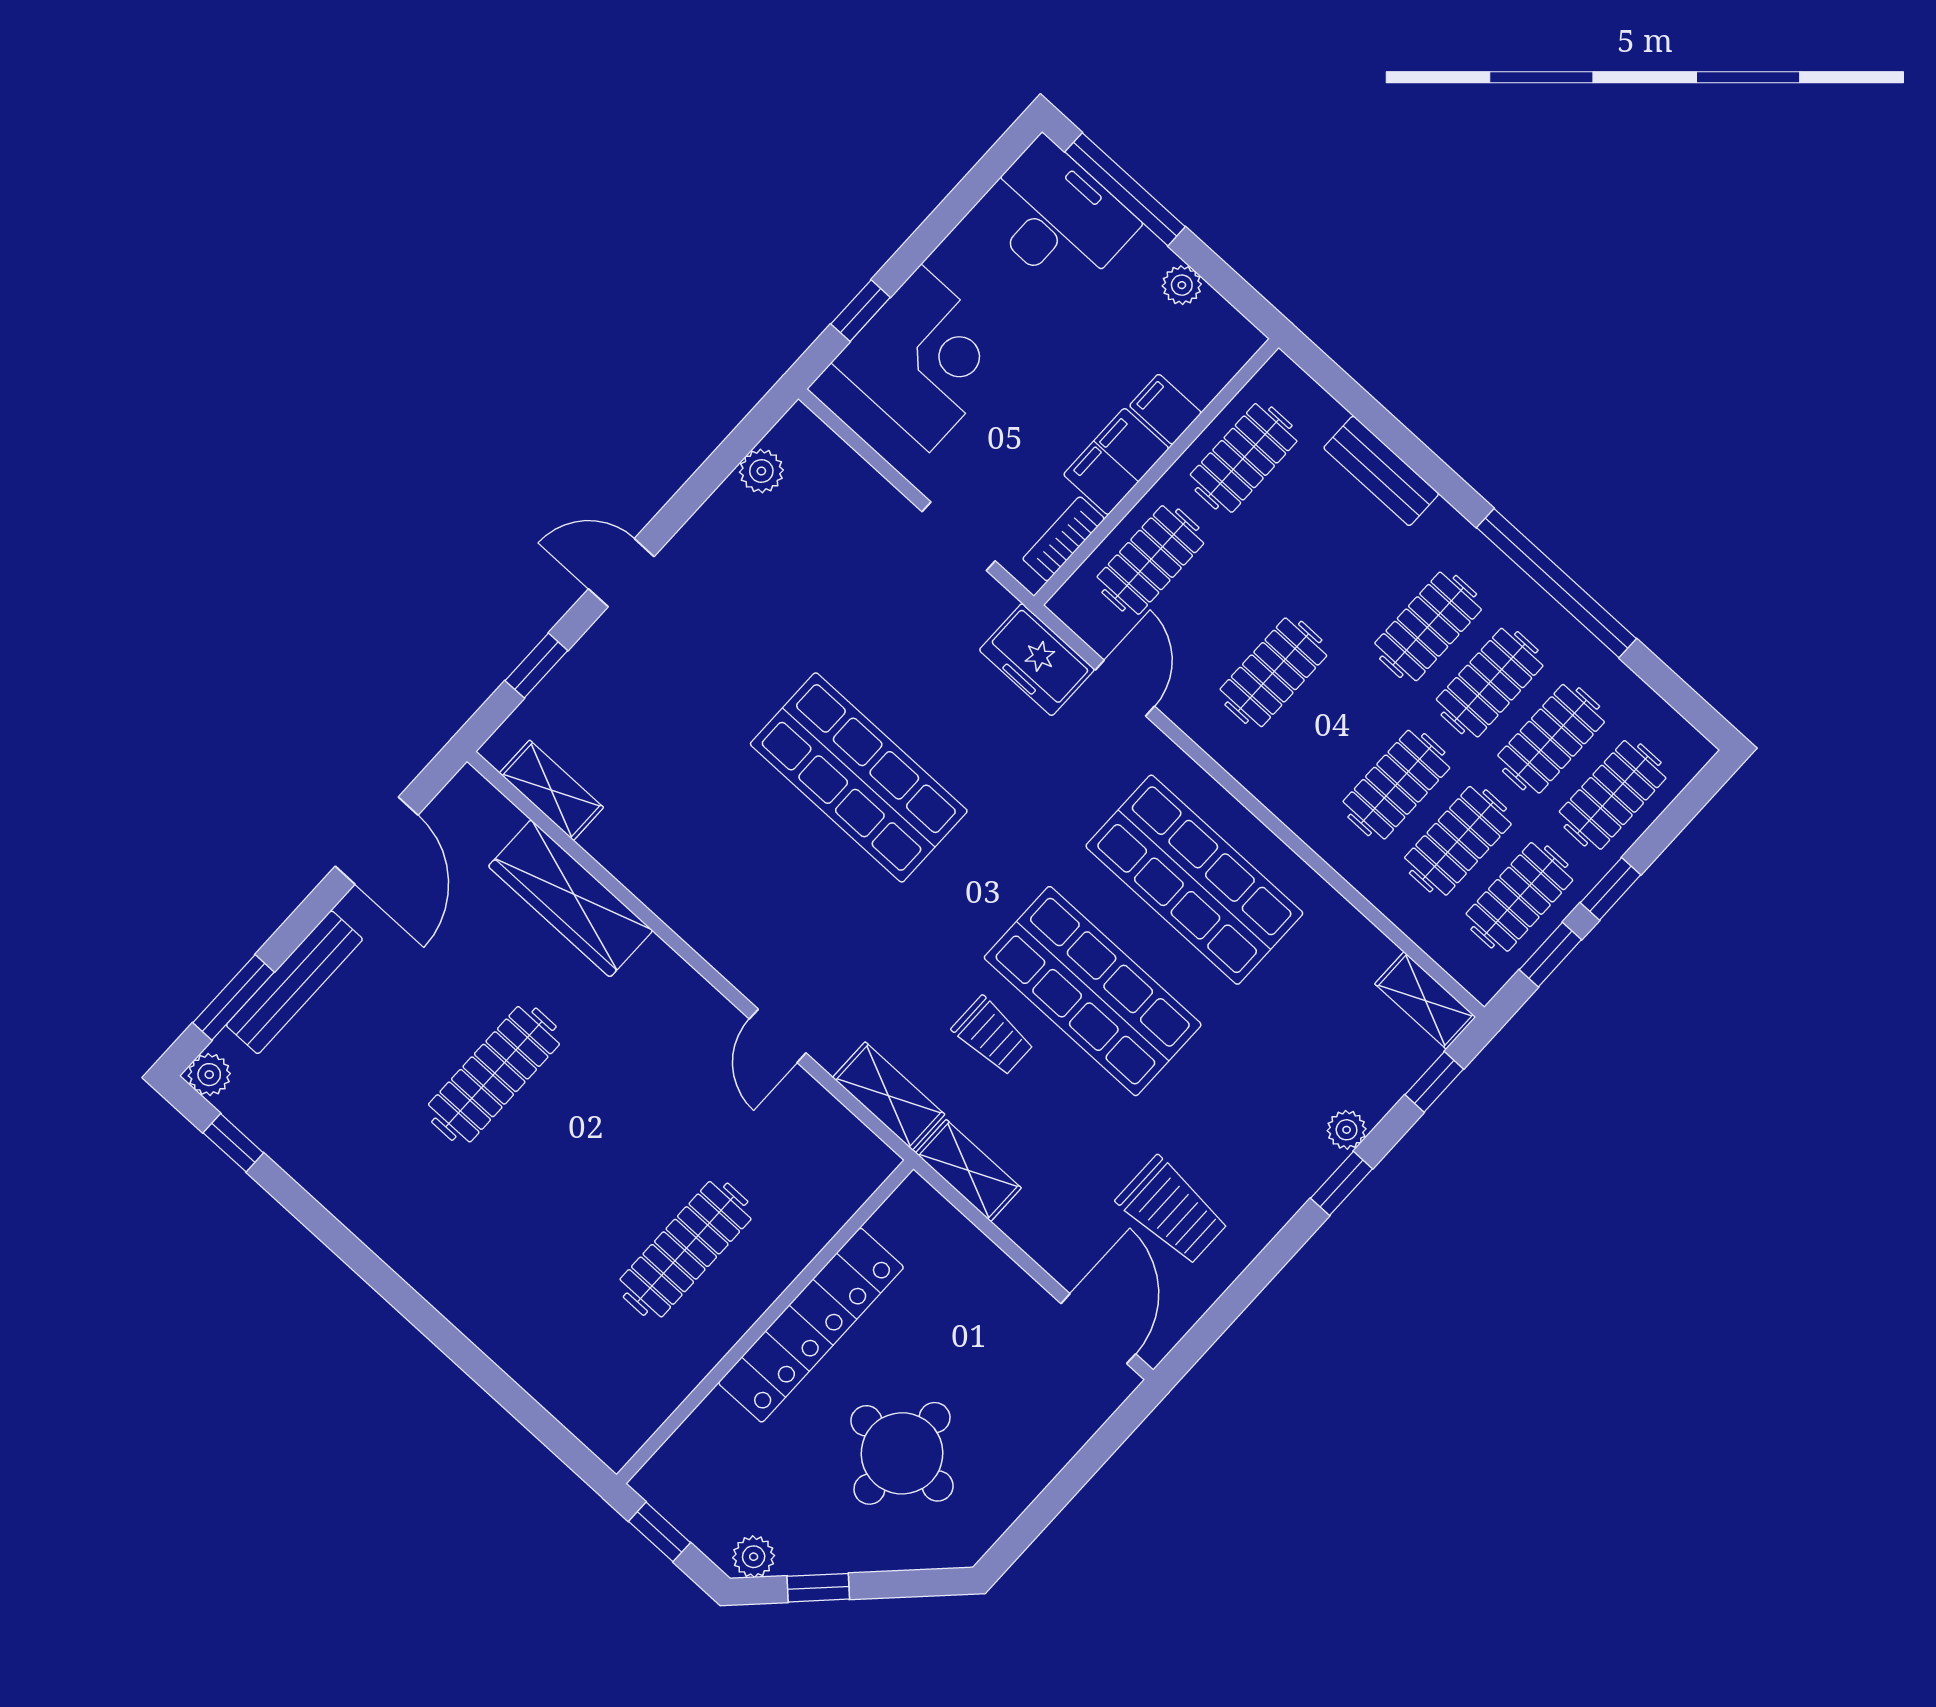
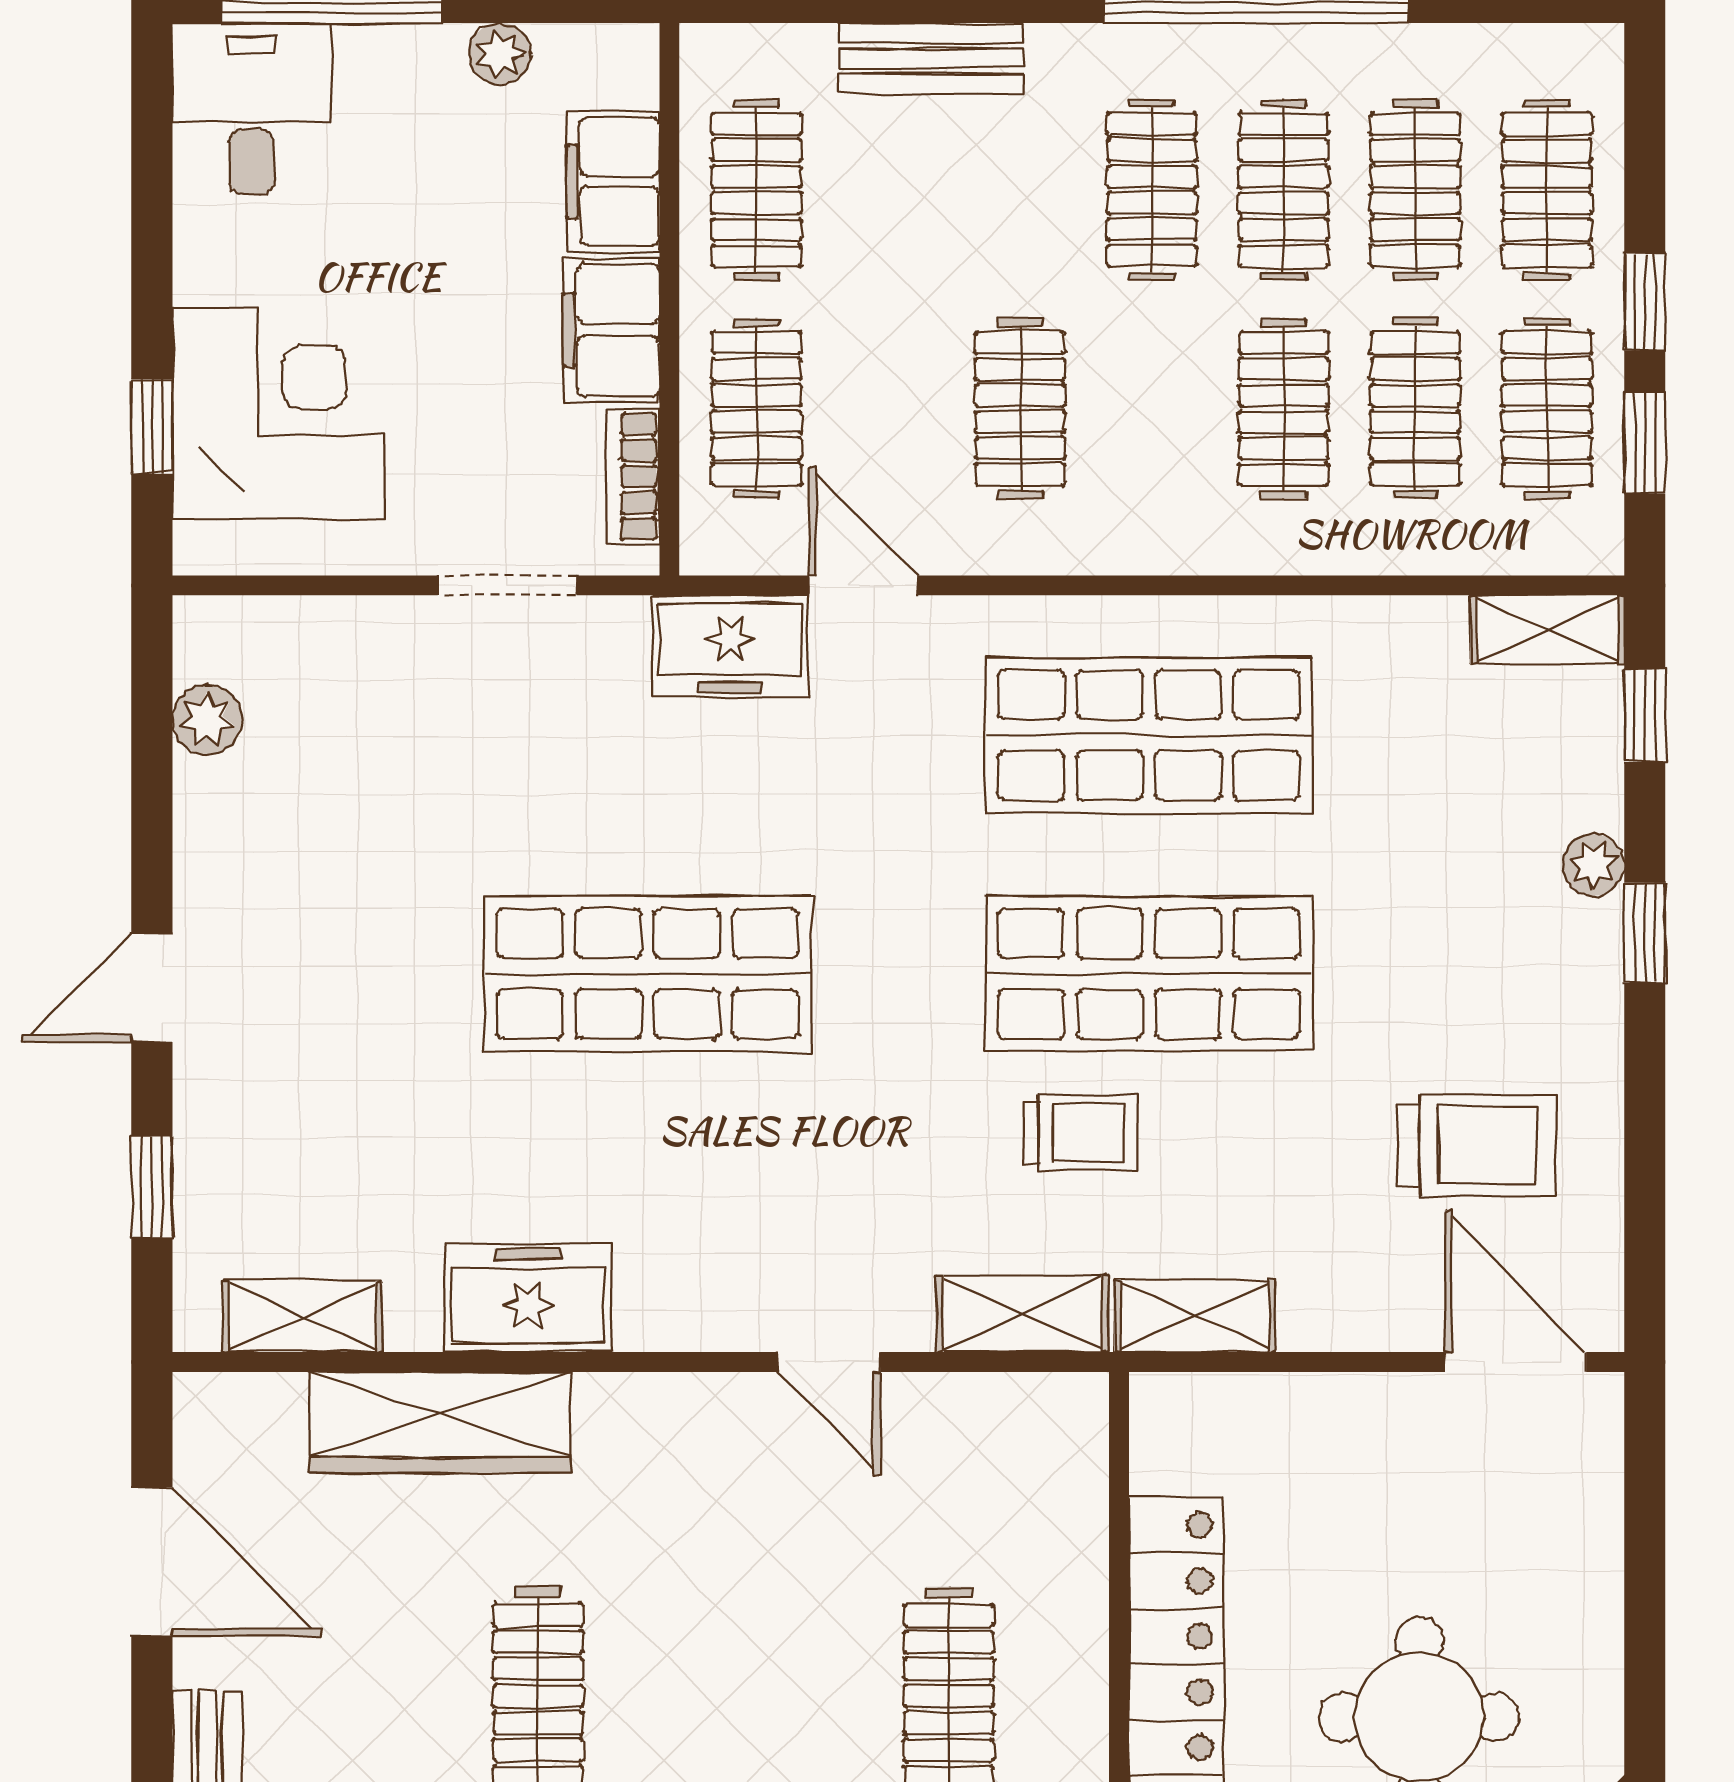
desk: (1056, 217) -> (252, 108), width x0.73
filing cabinet: (1165, 409) -> (613, 182), width x2.00
freezer: (665, 878) -> (528, 1298), added

